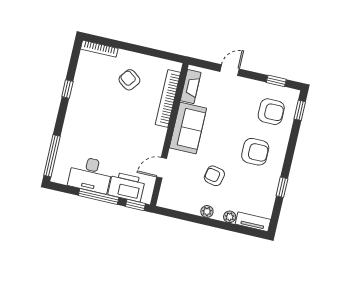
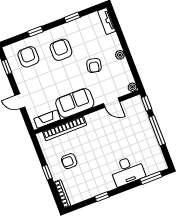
window: (133, 48) -> (47, 172), added
armchair: (129, 80) -> (69, 161), turned 53
window: (300, 110) -> (35, 31), moved
window: (52, 156) -> (151, 178), width x0.69
desk: (90, 174) -> (127, 171), moved, turned 90
printer: (127, 187) -> (139, 117), removed
plant: (230, 217) -> (132, 87), moved

